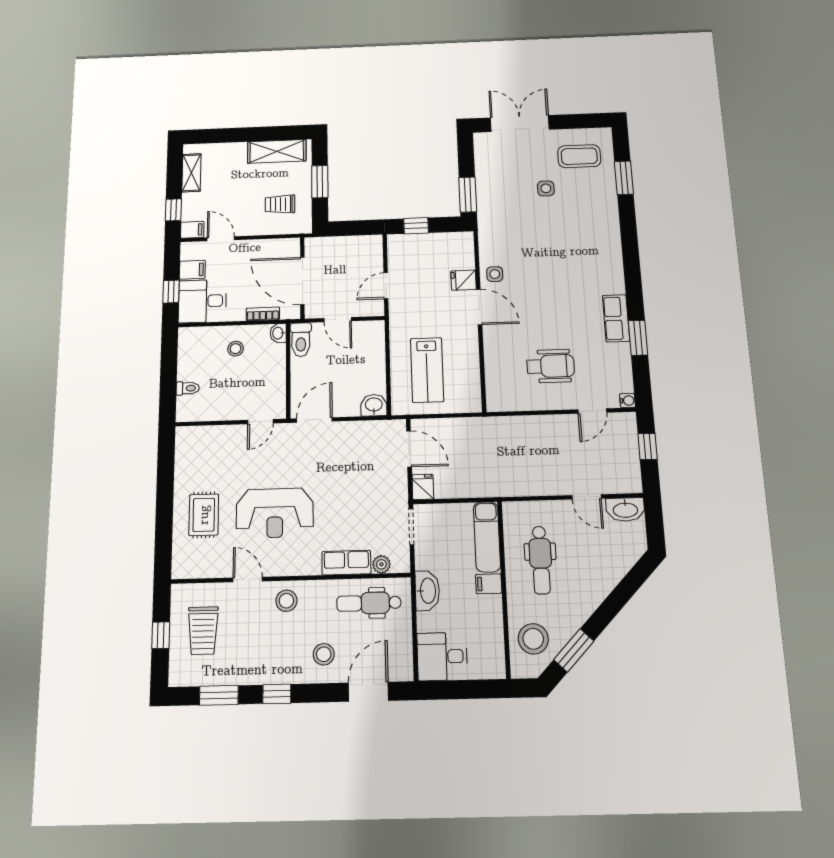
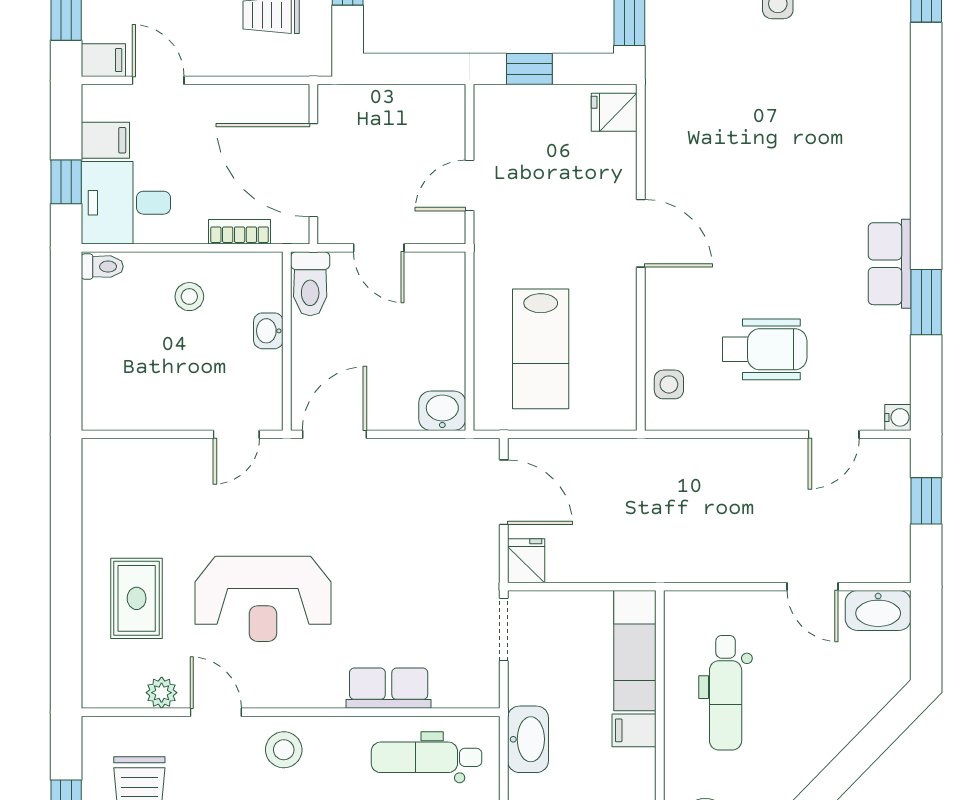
side table: (495, 274) -> (669, 384), moved
fridge: (464, 280) -> (614, 112), moved
washbasin: (278, 333) -> (268, 331), moved
toilet: (188, 388) -> (102, 267), moved
plant: (381, 564) -> (162, 693), moved

